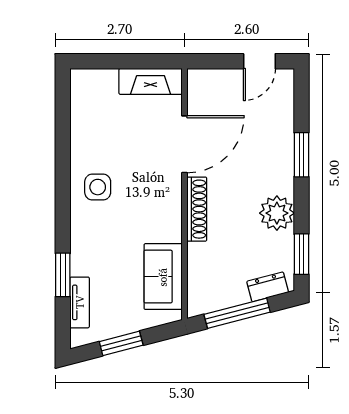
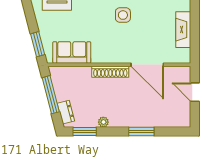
door: (259, 61) -> (195, 92), moved
fireplace: (151, 81) -> (183, 30), moved
plant: (277, 213) -> (103, 122), width x0.53, depth x0.53
window: (121, 343) -> (38, 44), moved

